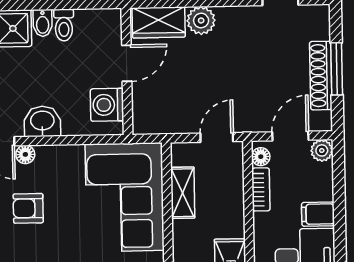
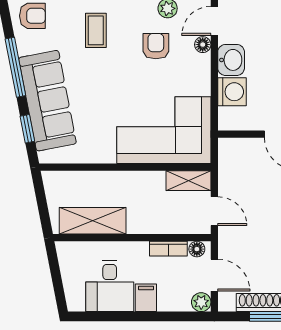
washing machine: (107, 105) -> (232, 92), moved, turned 90
shelving: (183, 193) -> (188, 181), moved

